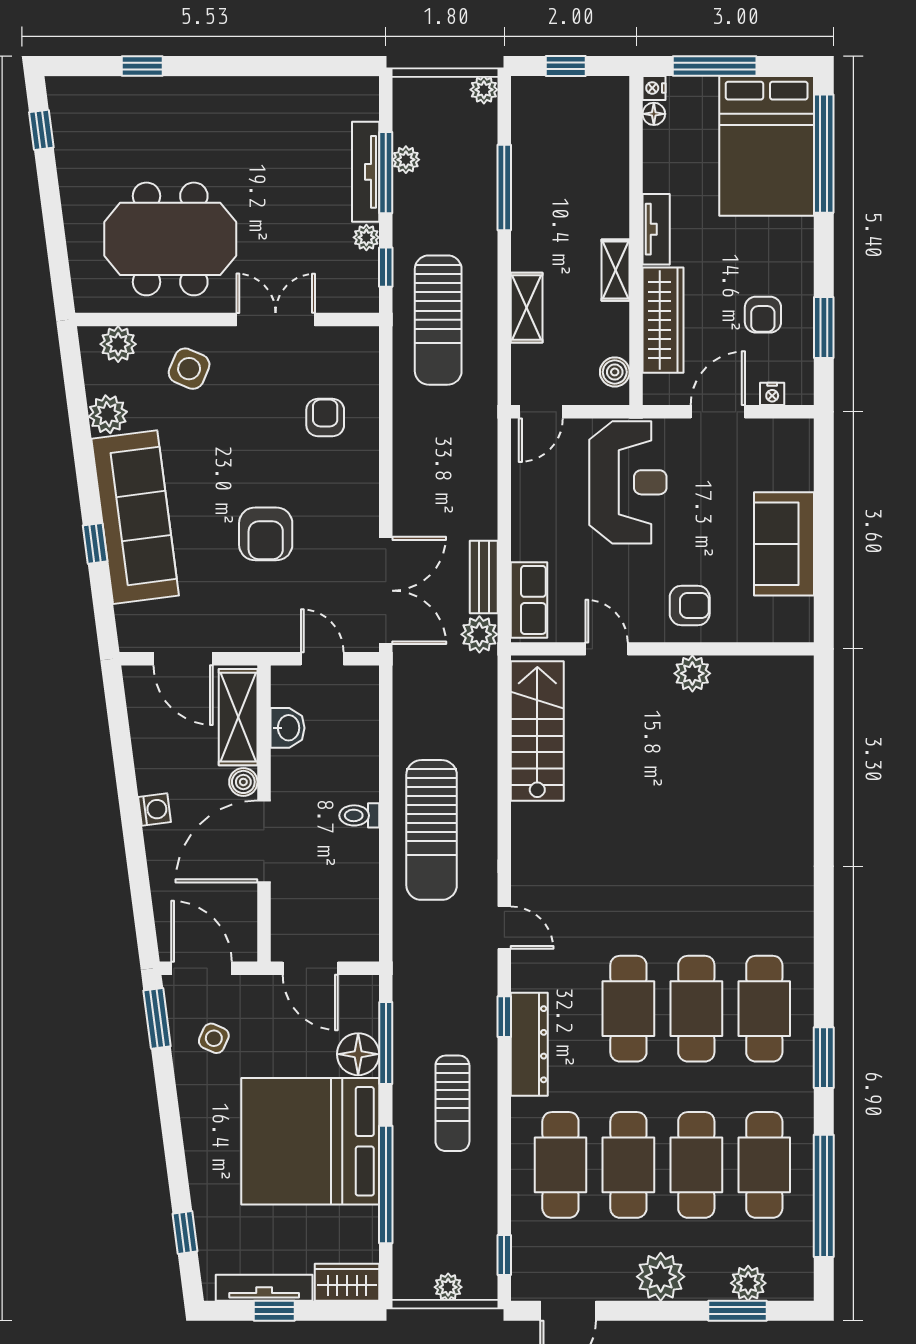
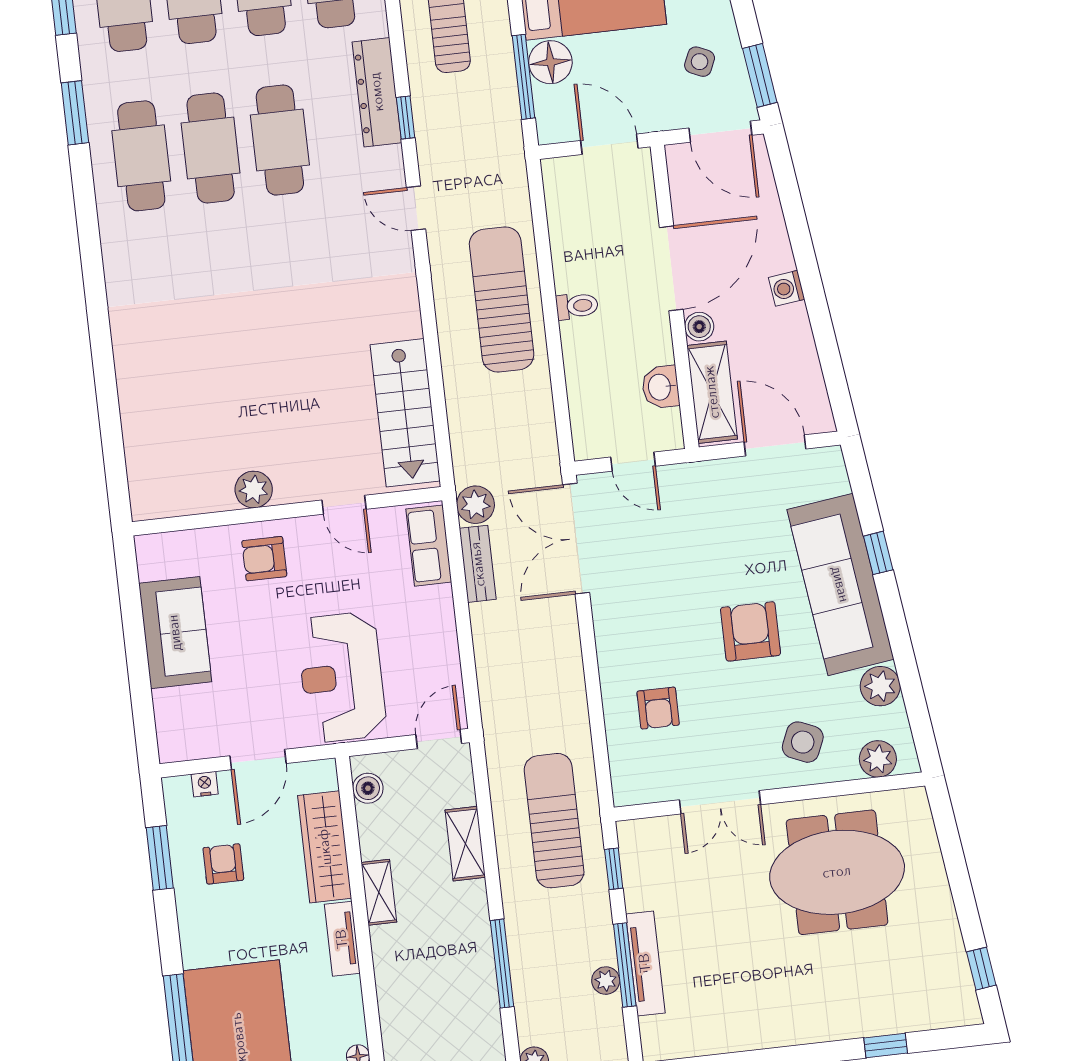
plant: (366, 237) -> (637, 897), removed
armchair: (266, 534) -> (751, 631), moved

